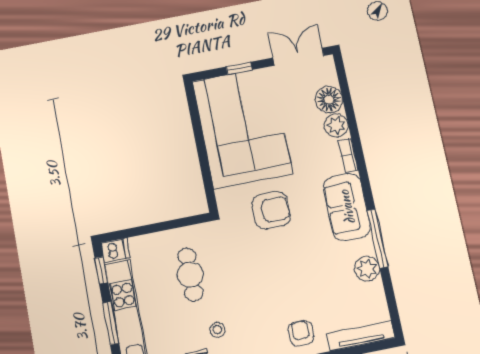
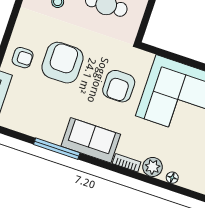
floor lamp: (329, 100) -> (172, 178), width x0.53, depth x0.53
plant: (367, 269) -> (40, 129), removed
armchair: (281, 286) -> (62, 63), added

